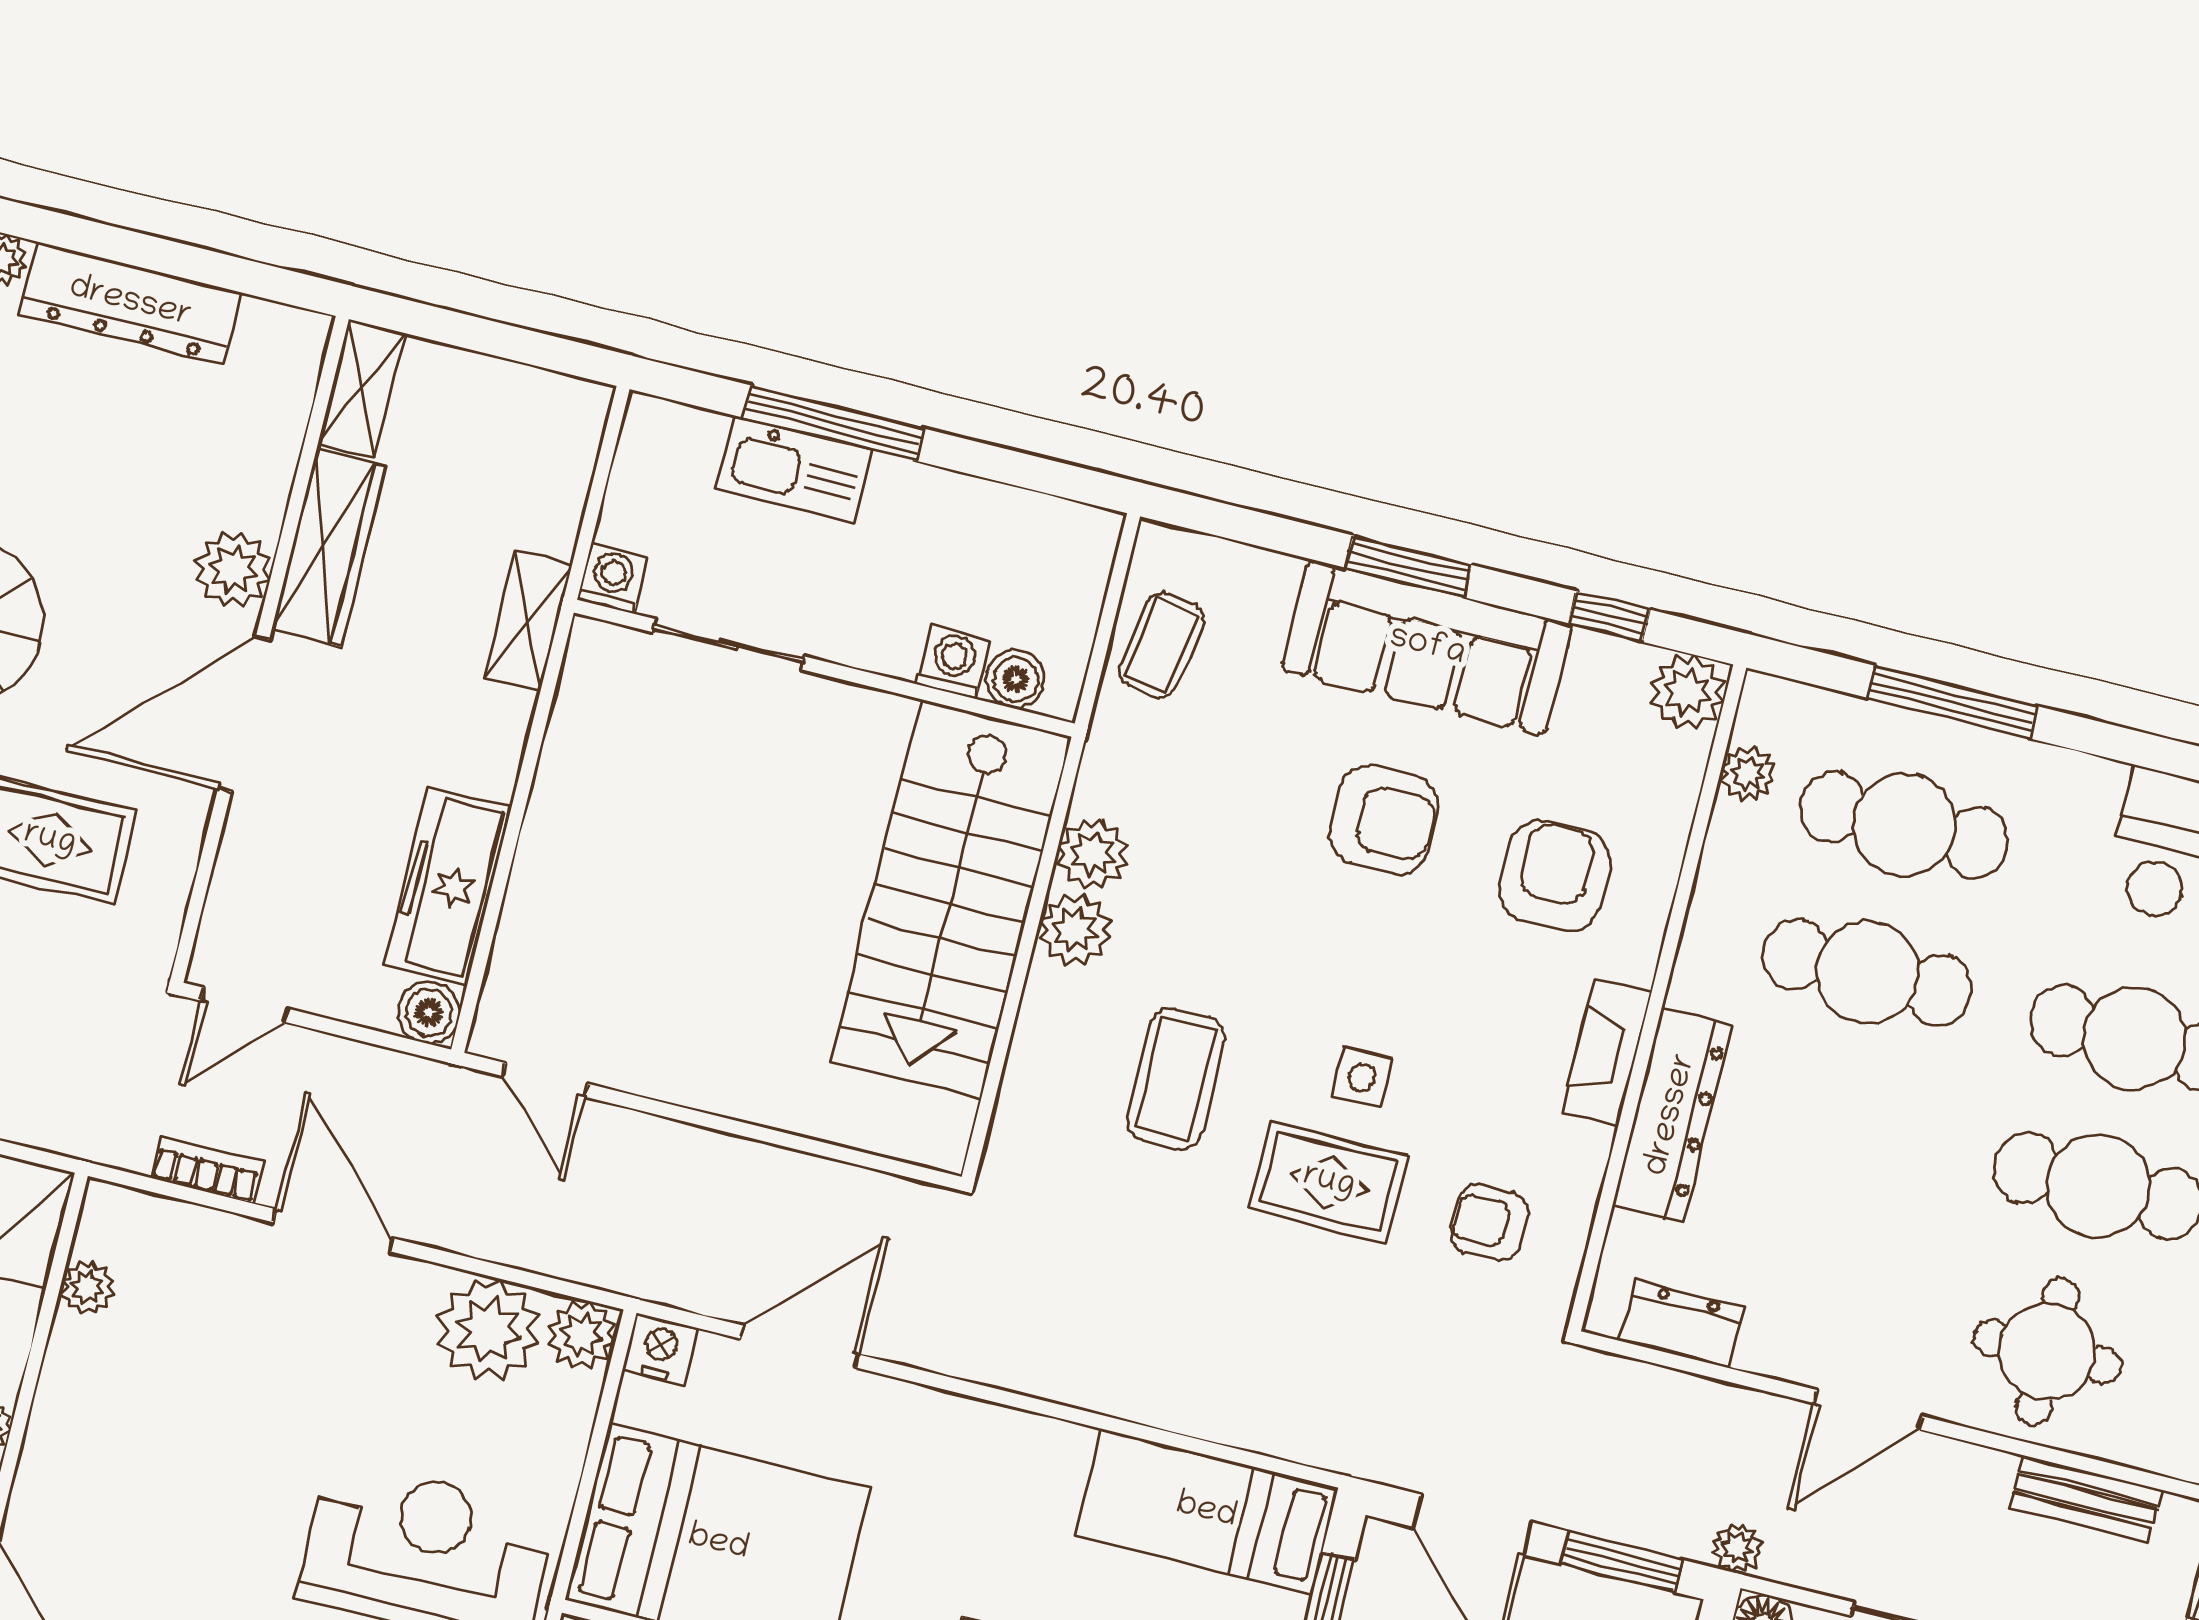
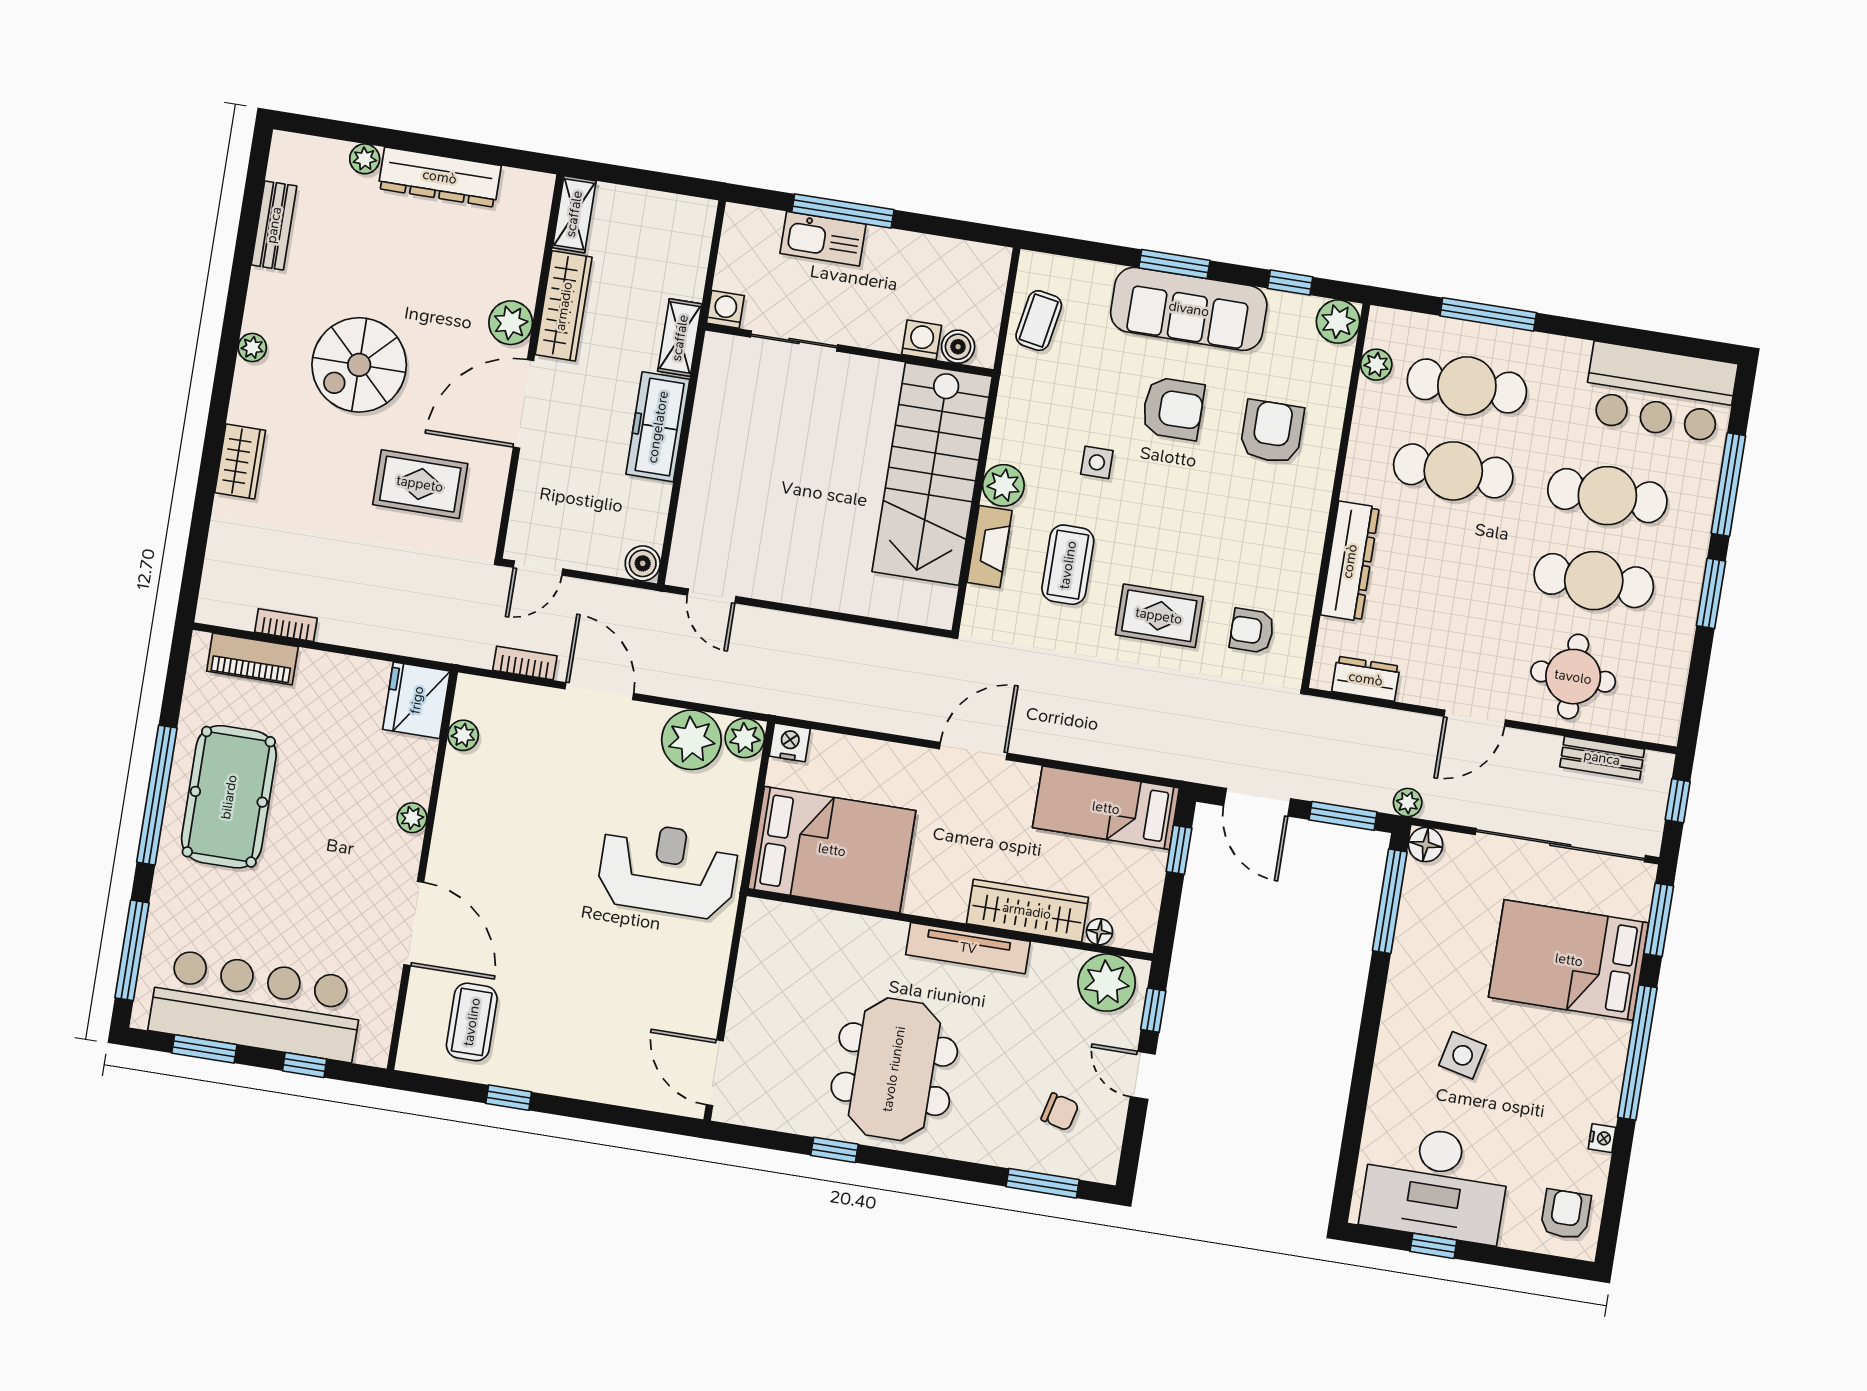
plant: (1093, 854) -> (1010, 442), removed
freezer: (448, 886) -> (658, 427), moved
fireplace: (1607, 1053) -> (989, 546), moved, turned 180
side table: (1362, 1077) -> (1097, 462), moved
door: (799, 1347) -> (973, 751), moved

